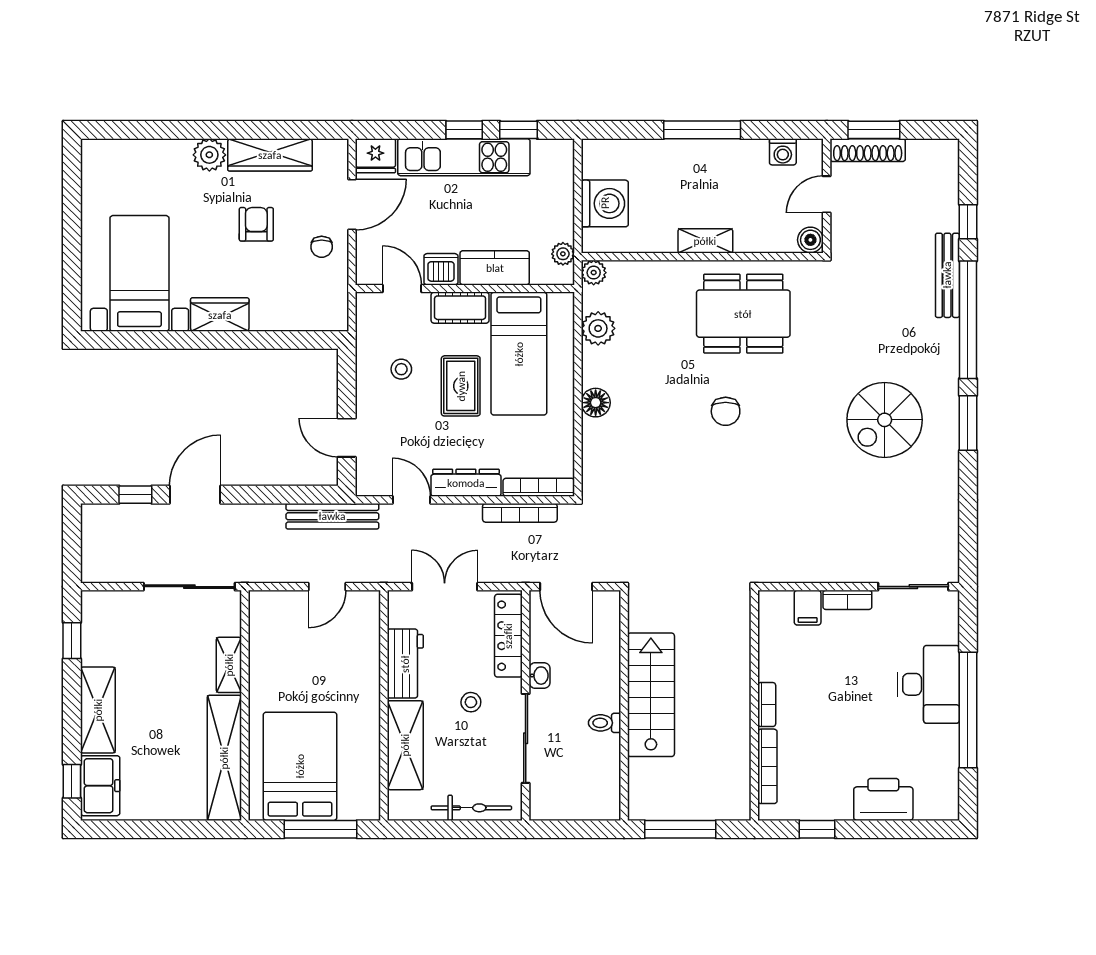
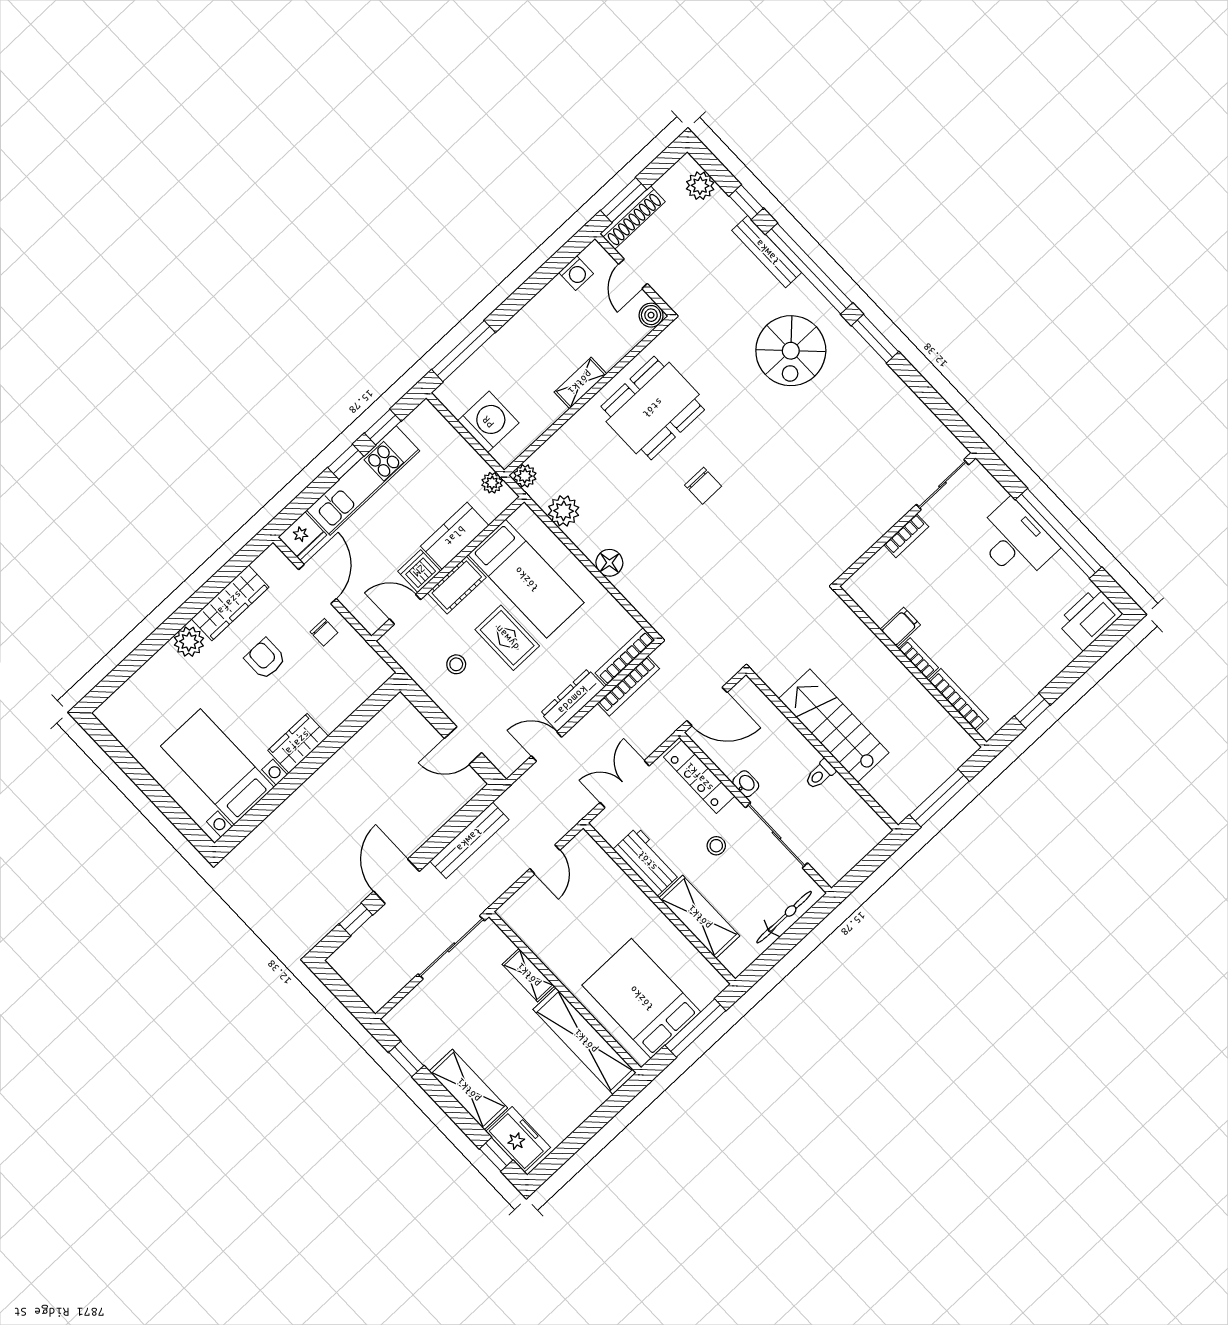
window: (702, 130) -> (464, 351), moved
plant: (944, 175) -> (700, 186), added
spiral stairs: (885, 420) -> (791, 351), moved
bench: (332, 516) -> (469, 840), moved
filing cabinet: (808, 608) -> (900, 627), moved, turned -90
printer: (883, 799) -> (1090, 618), moved

